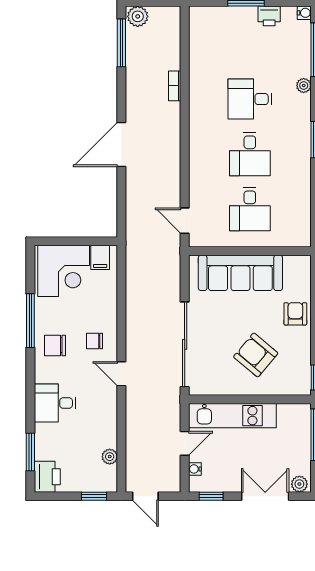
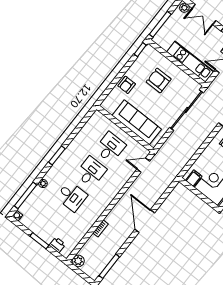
plant: (138, 16) -> (78, 261), moved
printer: (269, 16) -> (57, 245), moved
door: (121, 144) -> (145, 221), swing flipped
door: (185, 221) -> (143, 165), swing flipped
armchair: (256, 355) -> (159, 80), turned 140

